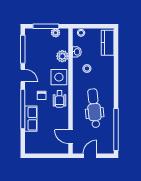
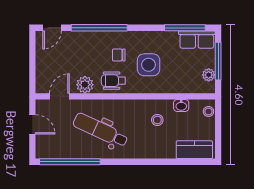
plant: (62, 56) -> (85, 85), moved
door: (23, 76) -> (52, 28), moved
side table: (59, 77) -> (149, 65), moved
dental chair: (94, 108) -> (100, 130), turned -149
row of seats: (31, 119) -> (197, 40), moved

